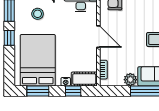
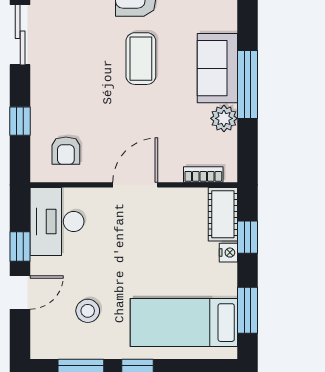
bed: (38, 60) -> (184, 323), width x0.67

